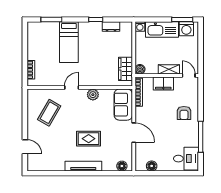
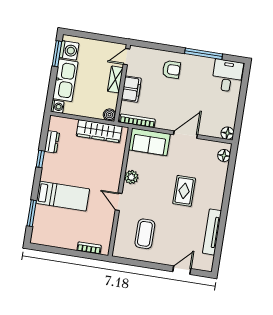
wardrobe: (126, 69) -> (99, 131), width x1.50
coffee table: (49, 113) -> (145, 234), turned 60
tv unit: (83, 166) -> (212, 232), moved
floor lamp: (152, 166) -> (227, 133), moved

